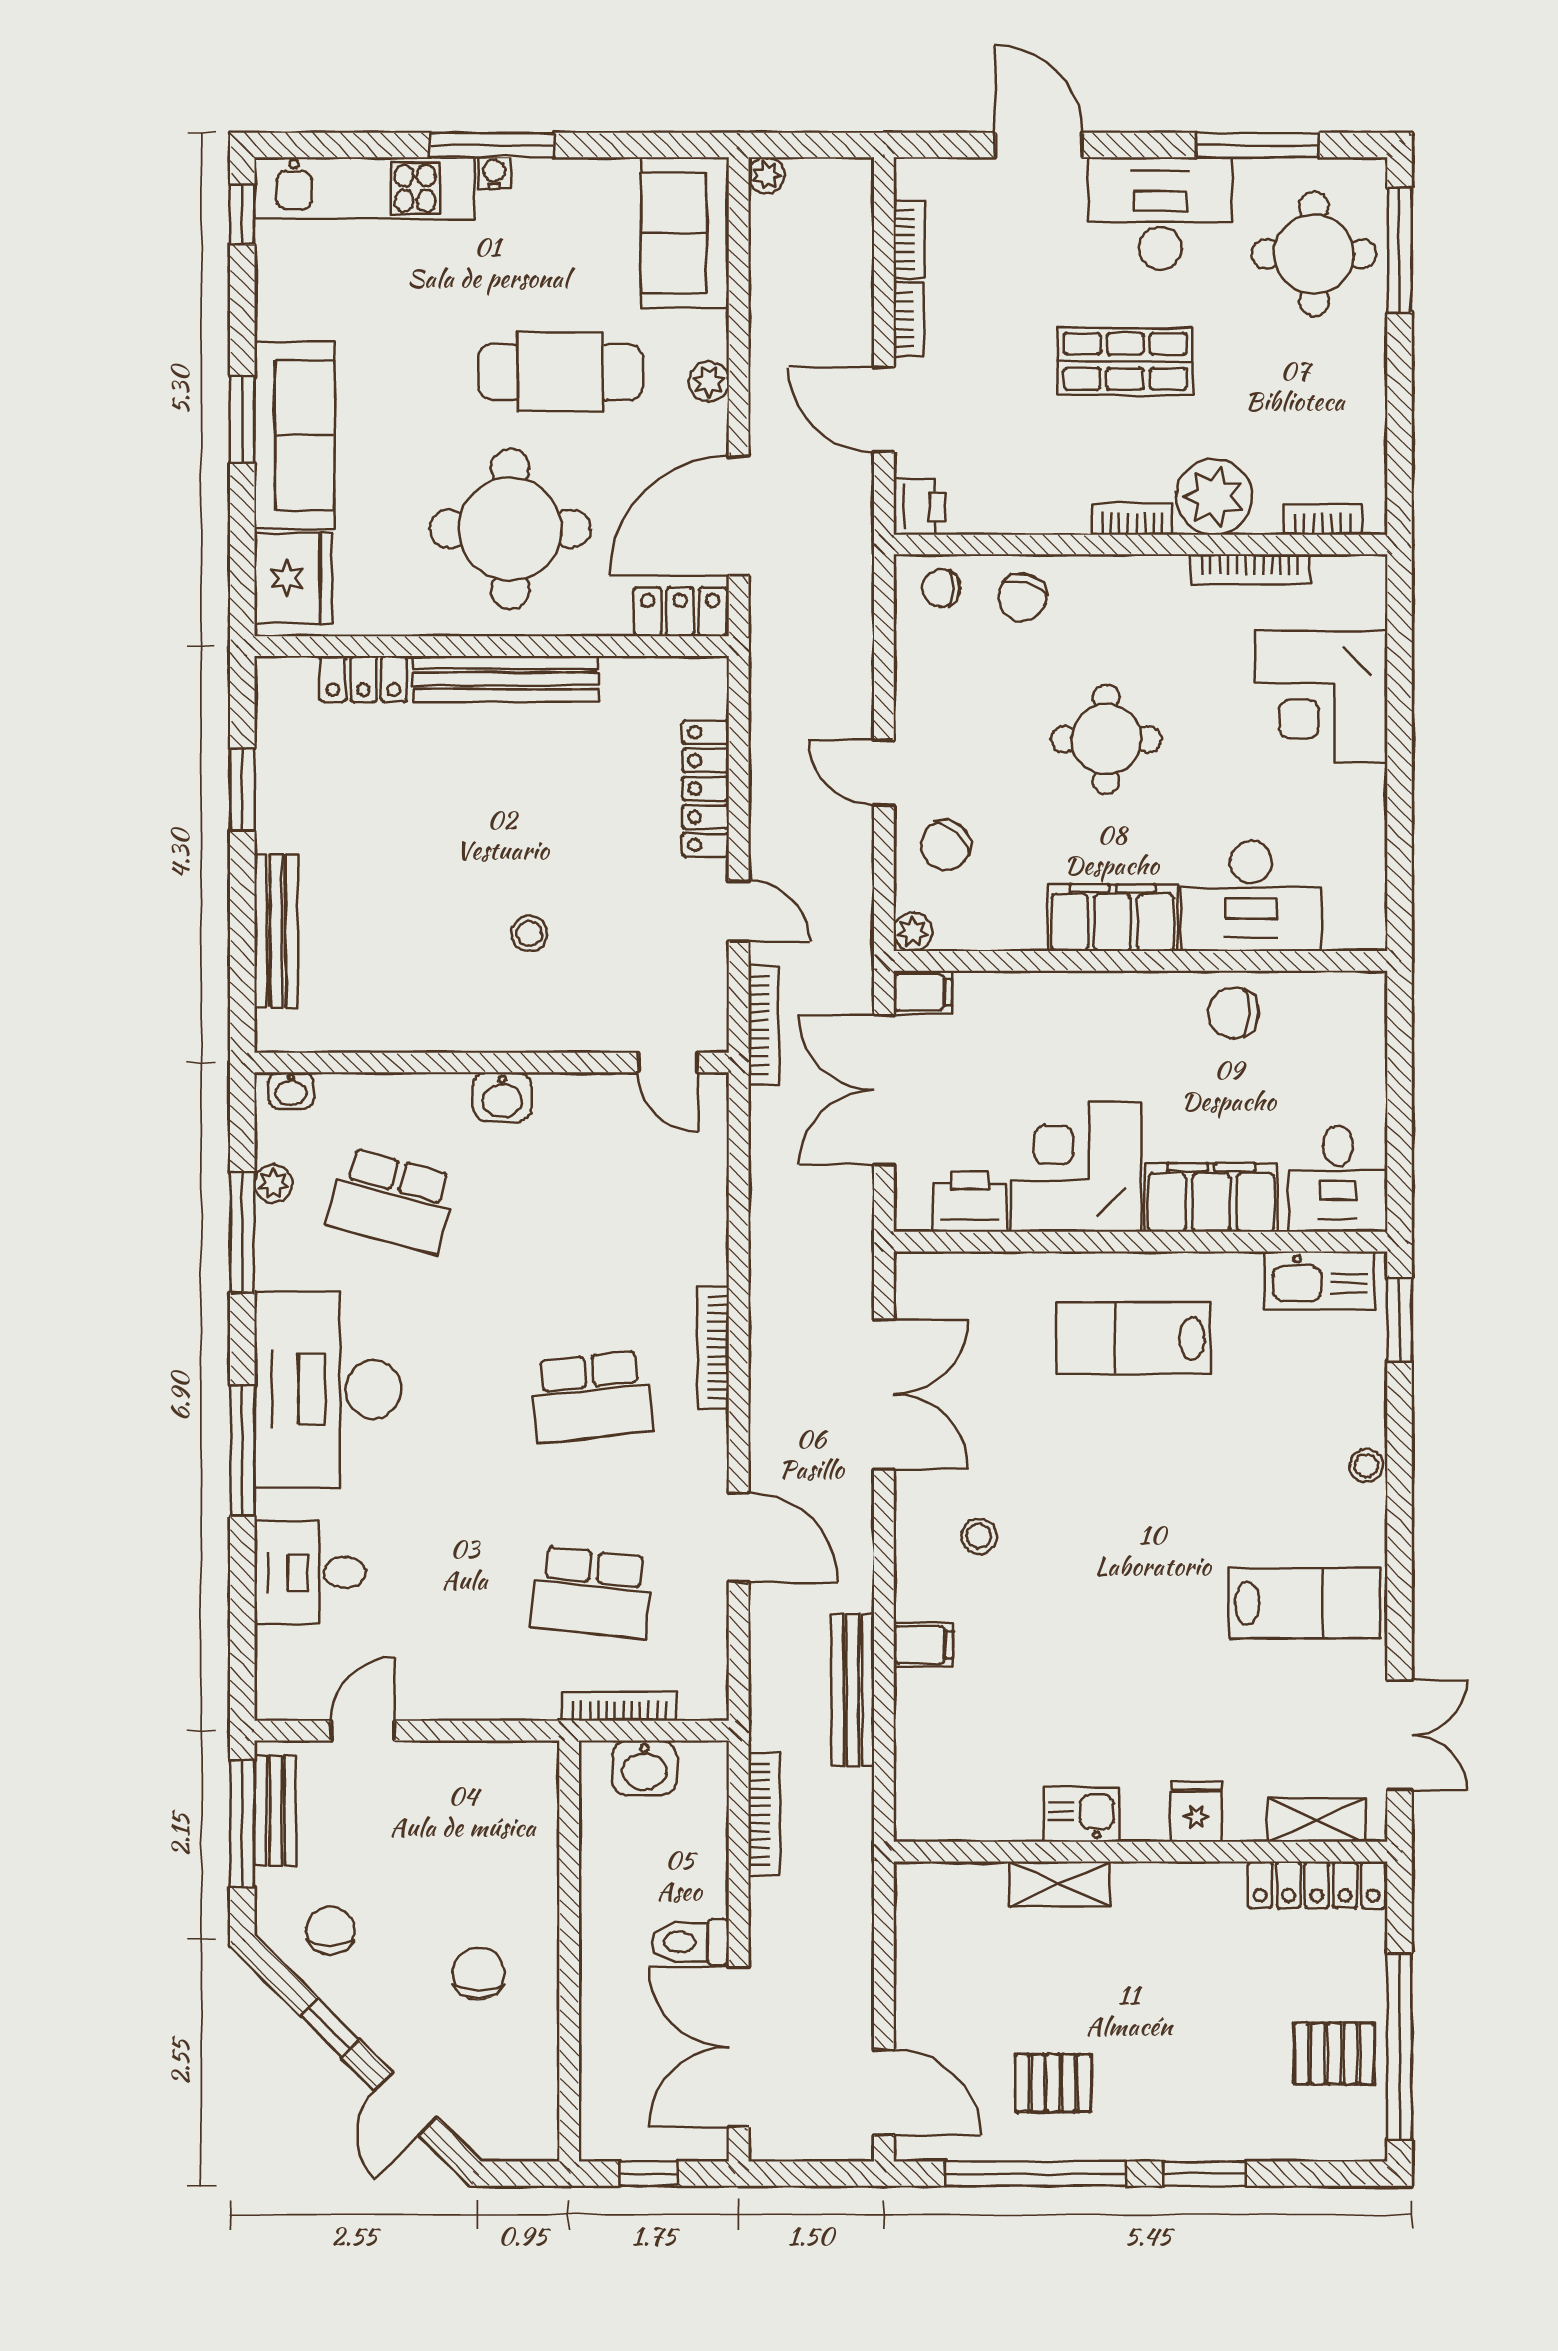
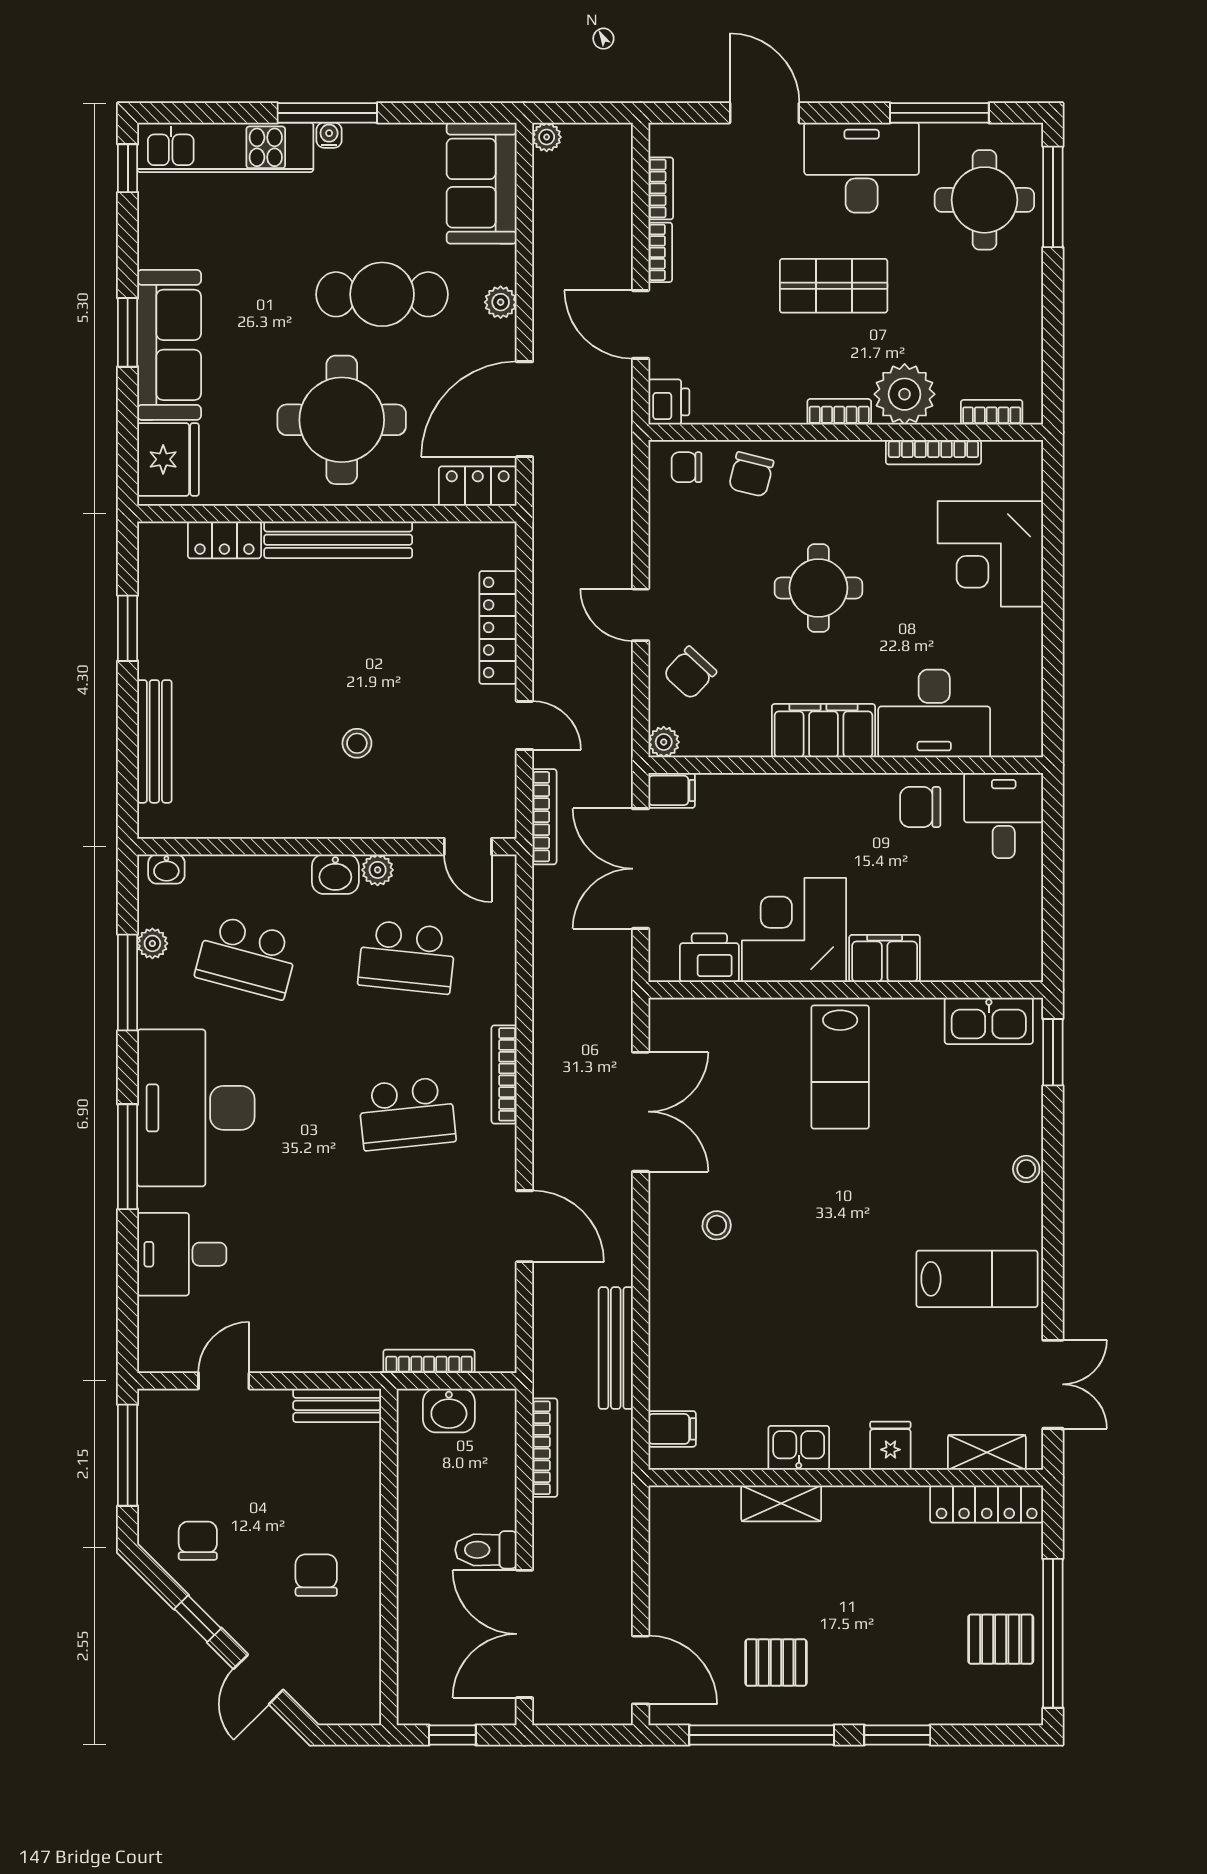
plant: (555, 1092) -> (378, 870), added
desk: (1338, 1179) -> (1004, 816), moved, turned 180
filing cabinet: (1211, 1198) -> (885, 958), width x0.67, depth x0.86
lab bench: (1133, 1338) -> (840, 1067), turned -90
school desk: (592, 1592) -> (407, 957), moved
filing cabinet: (923, 1645) -> (672, 1429), moved
bench: (275, 1810) -> (337, 1405), moved, turned 90

